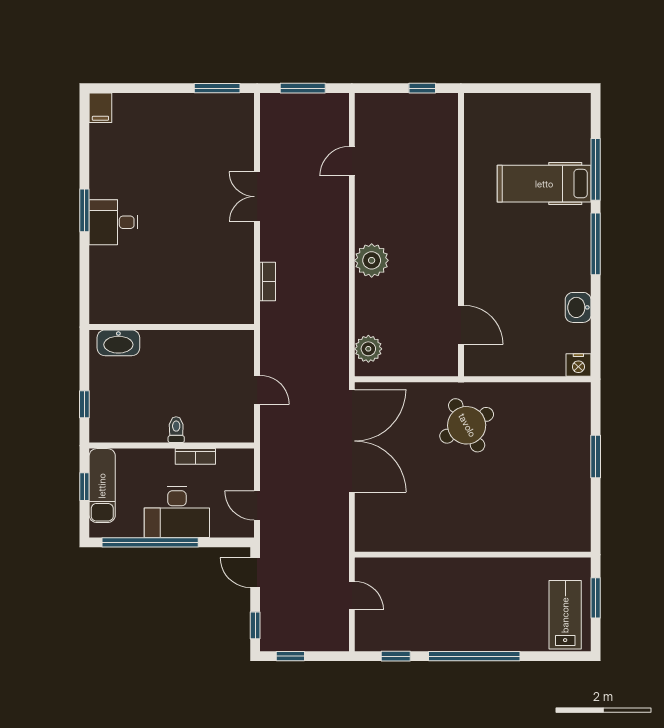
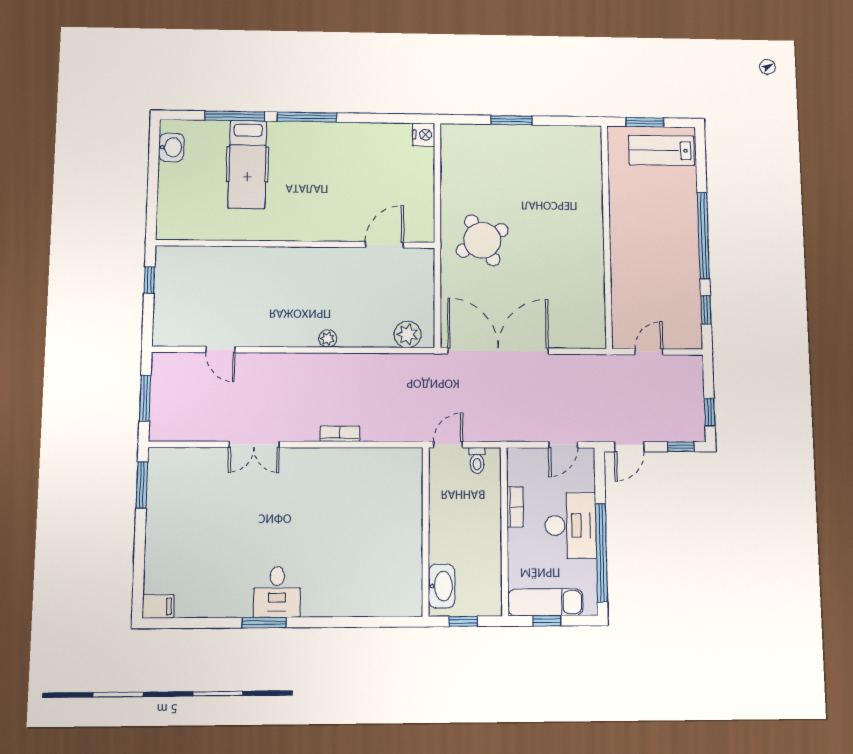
plant: (372, 260) -> (328, 338), width x0.53, depth x0.53
washbasin: (578, 307) -> (171, 147), moved, turned -90
wall: (172, 327) -> (426, 531), moved
washbasin: (118, 343) -> (442, 586), moved
toilet: (176, 430) -> (477, 461), moved, turned -90

